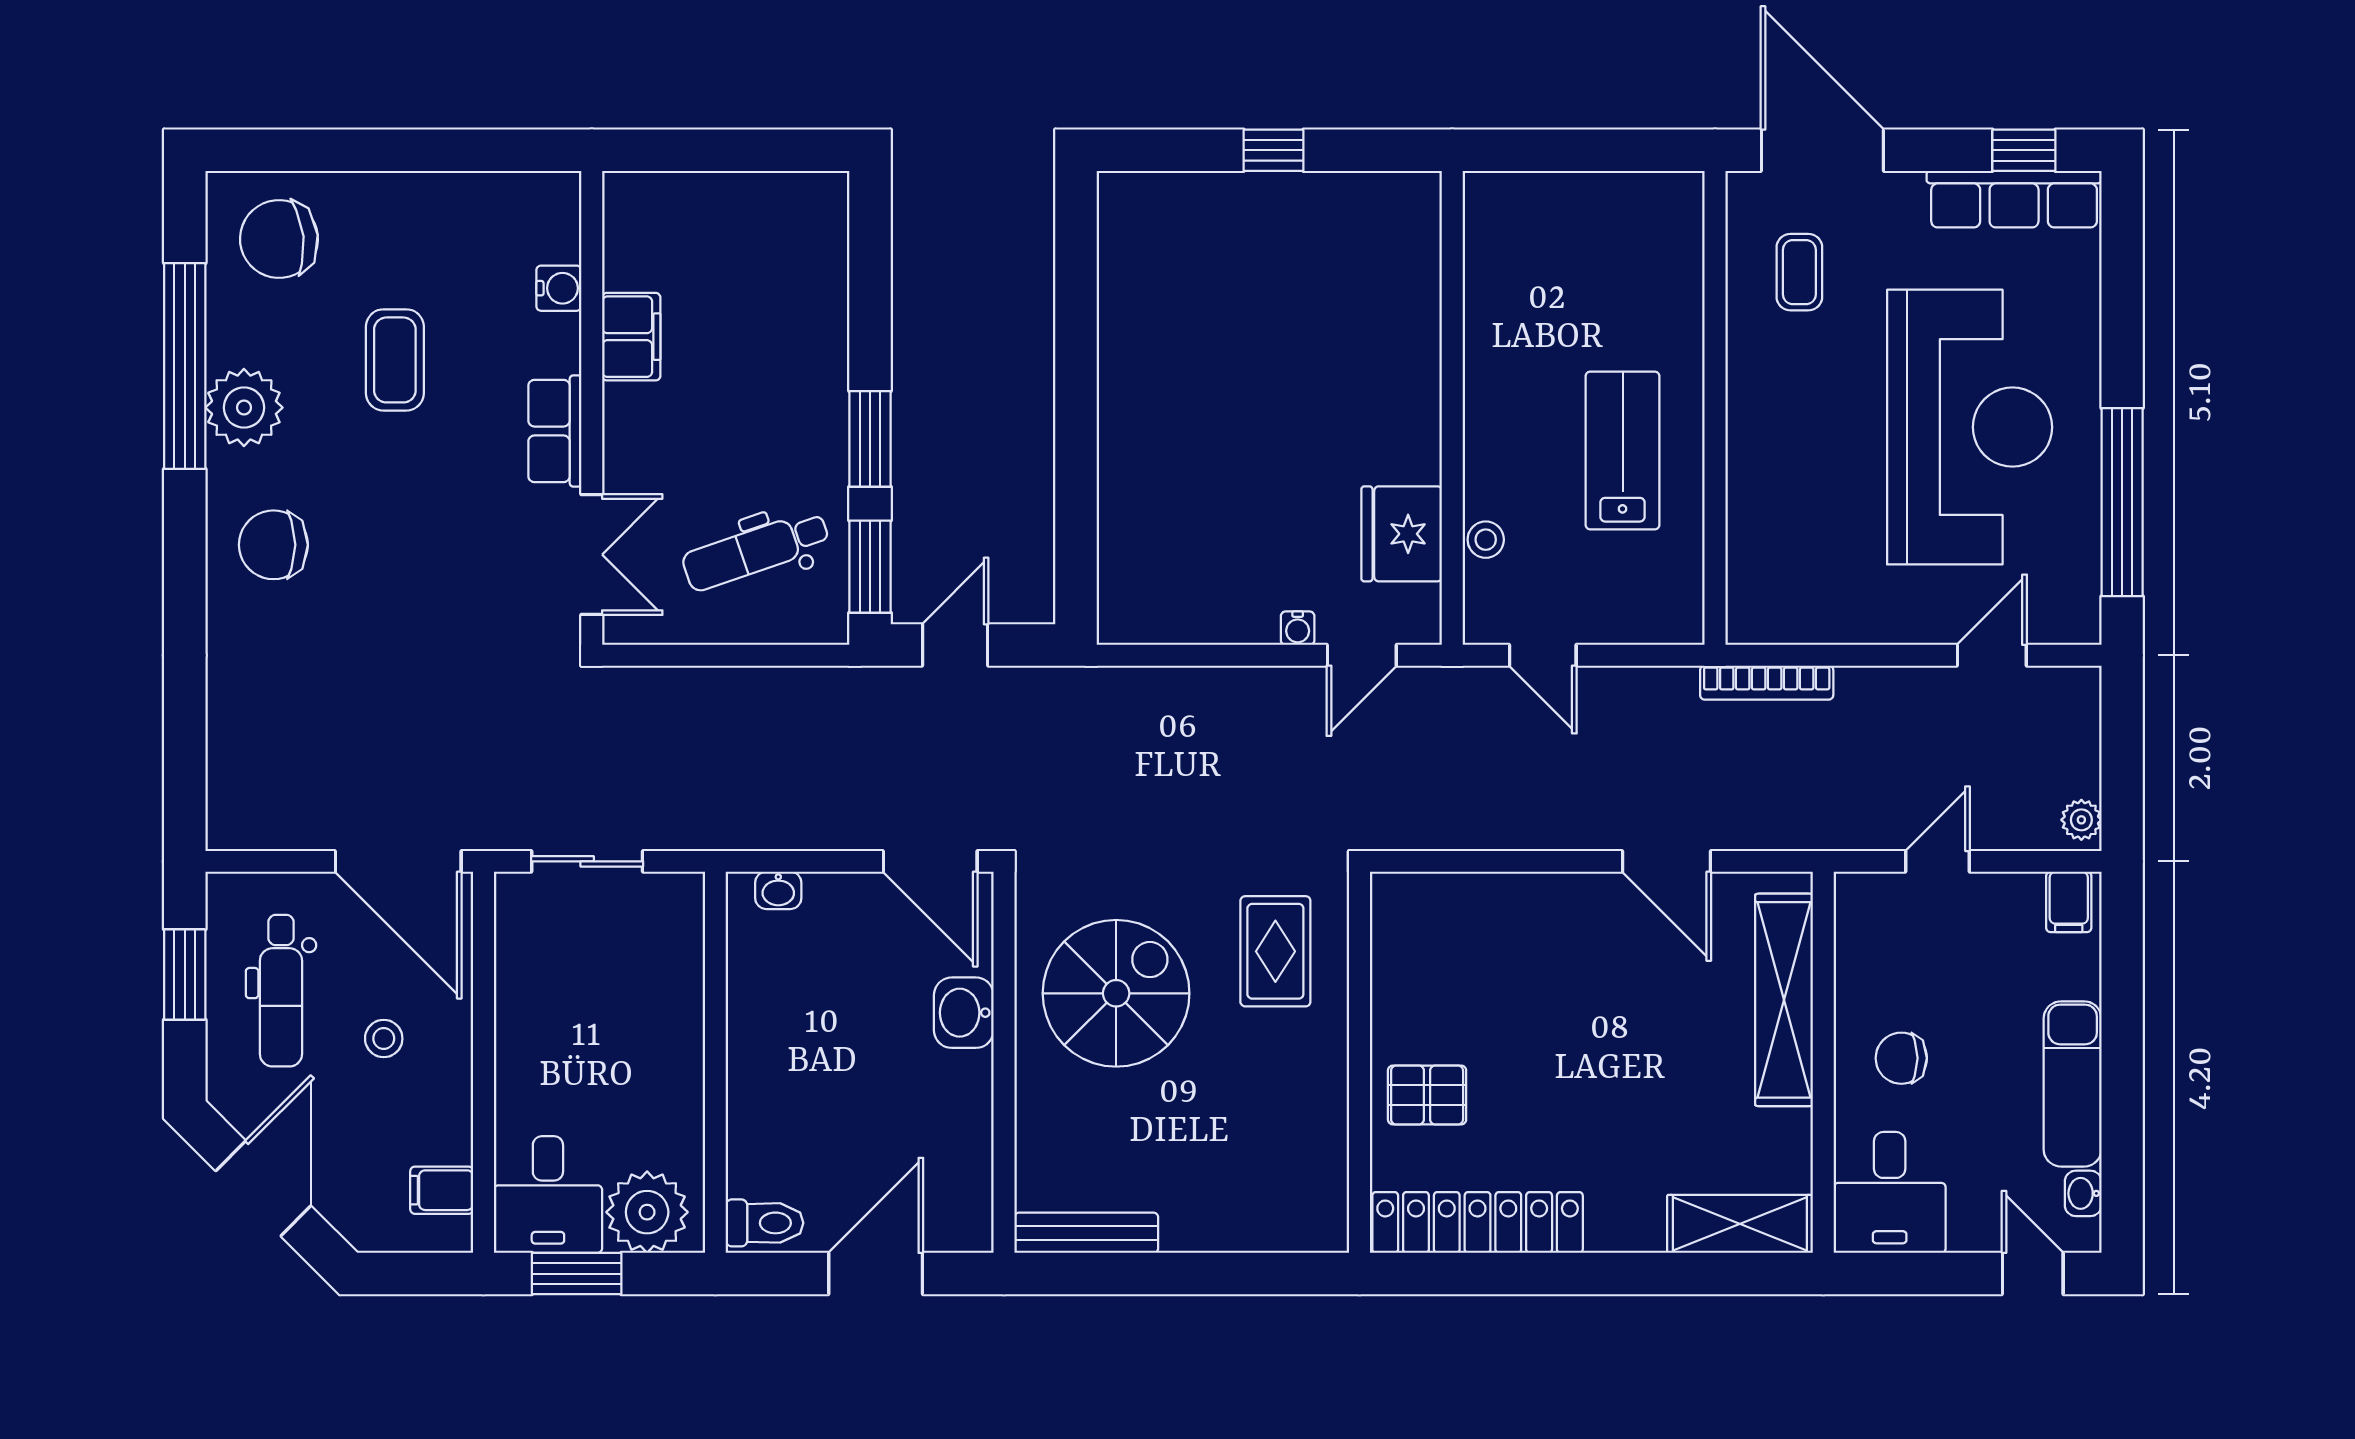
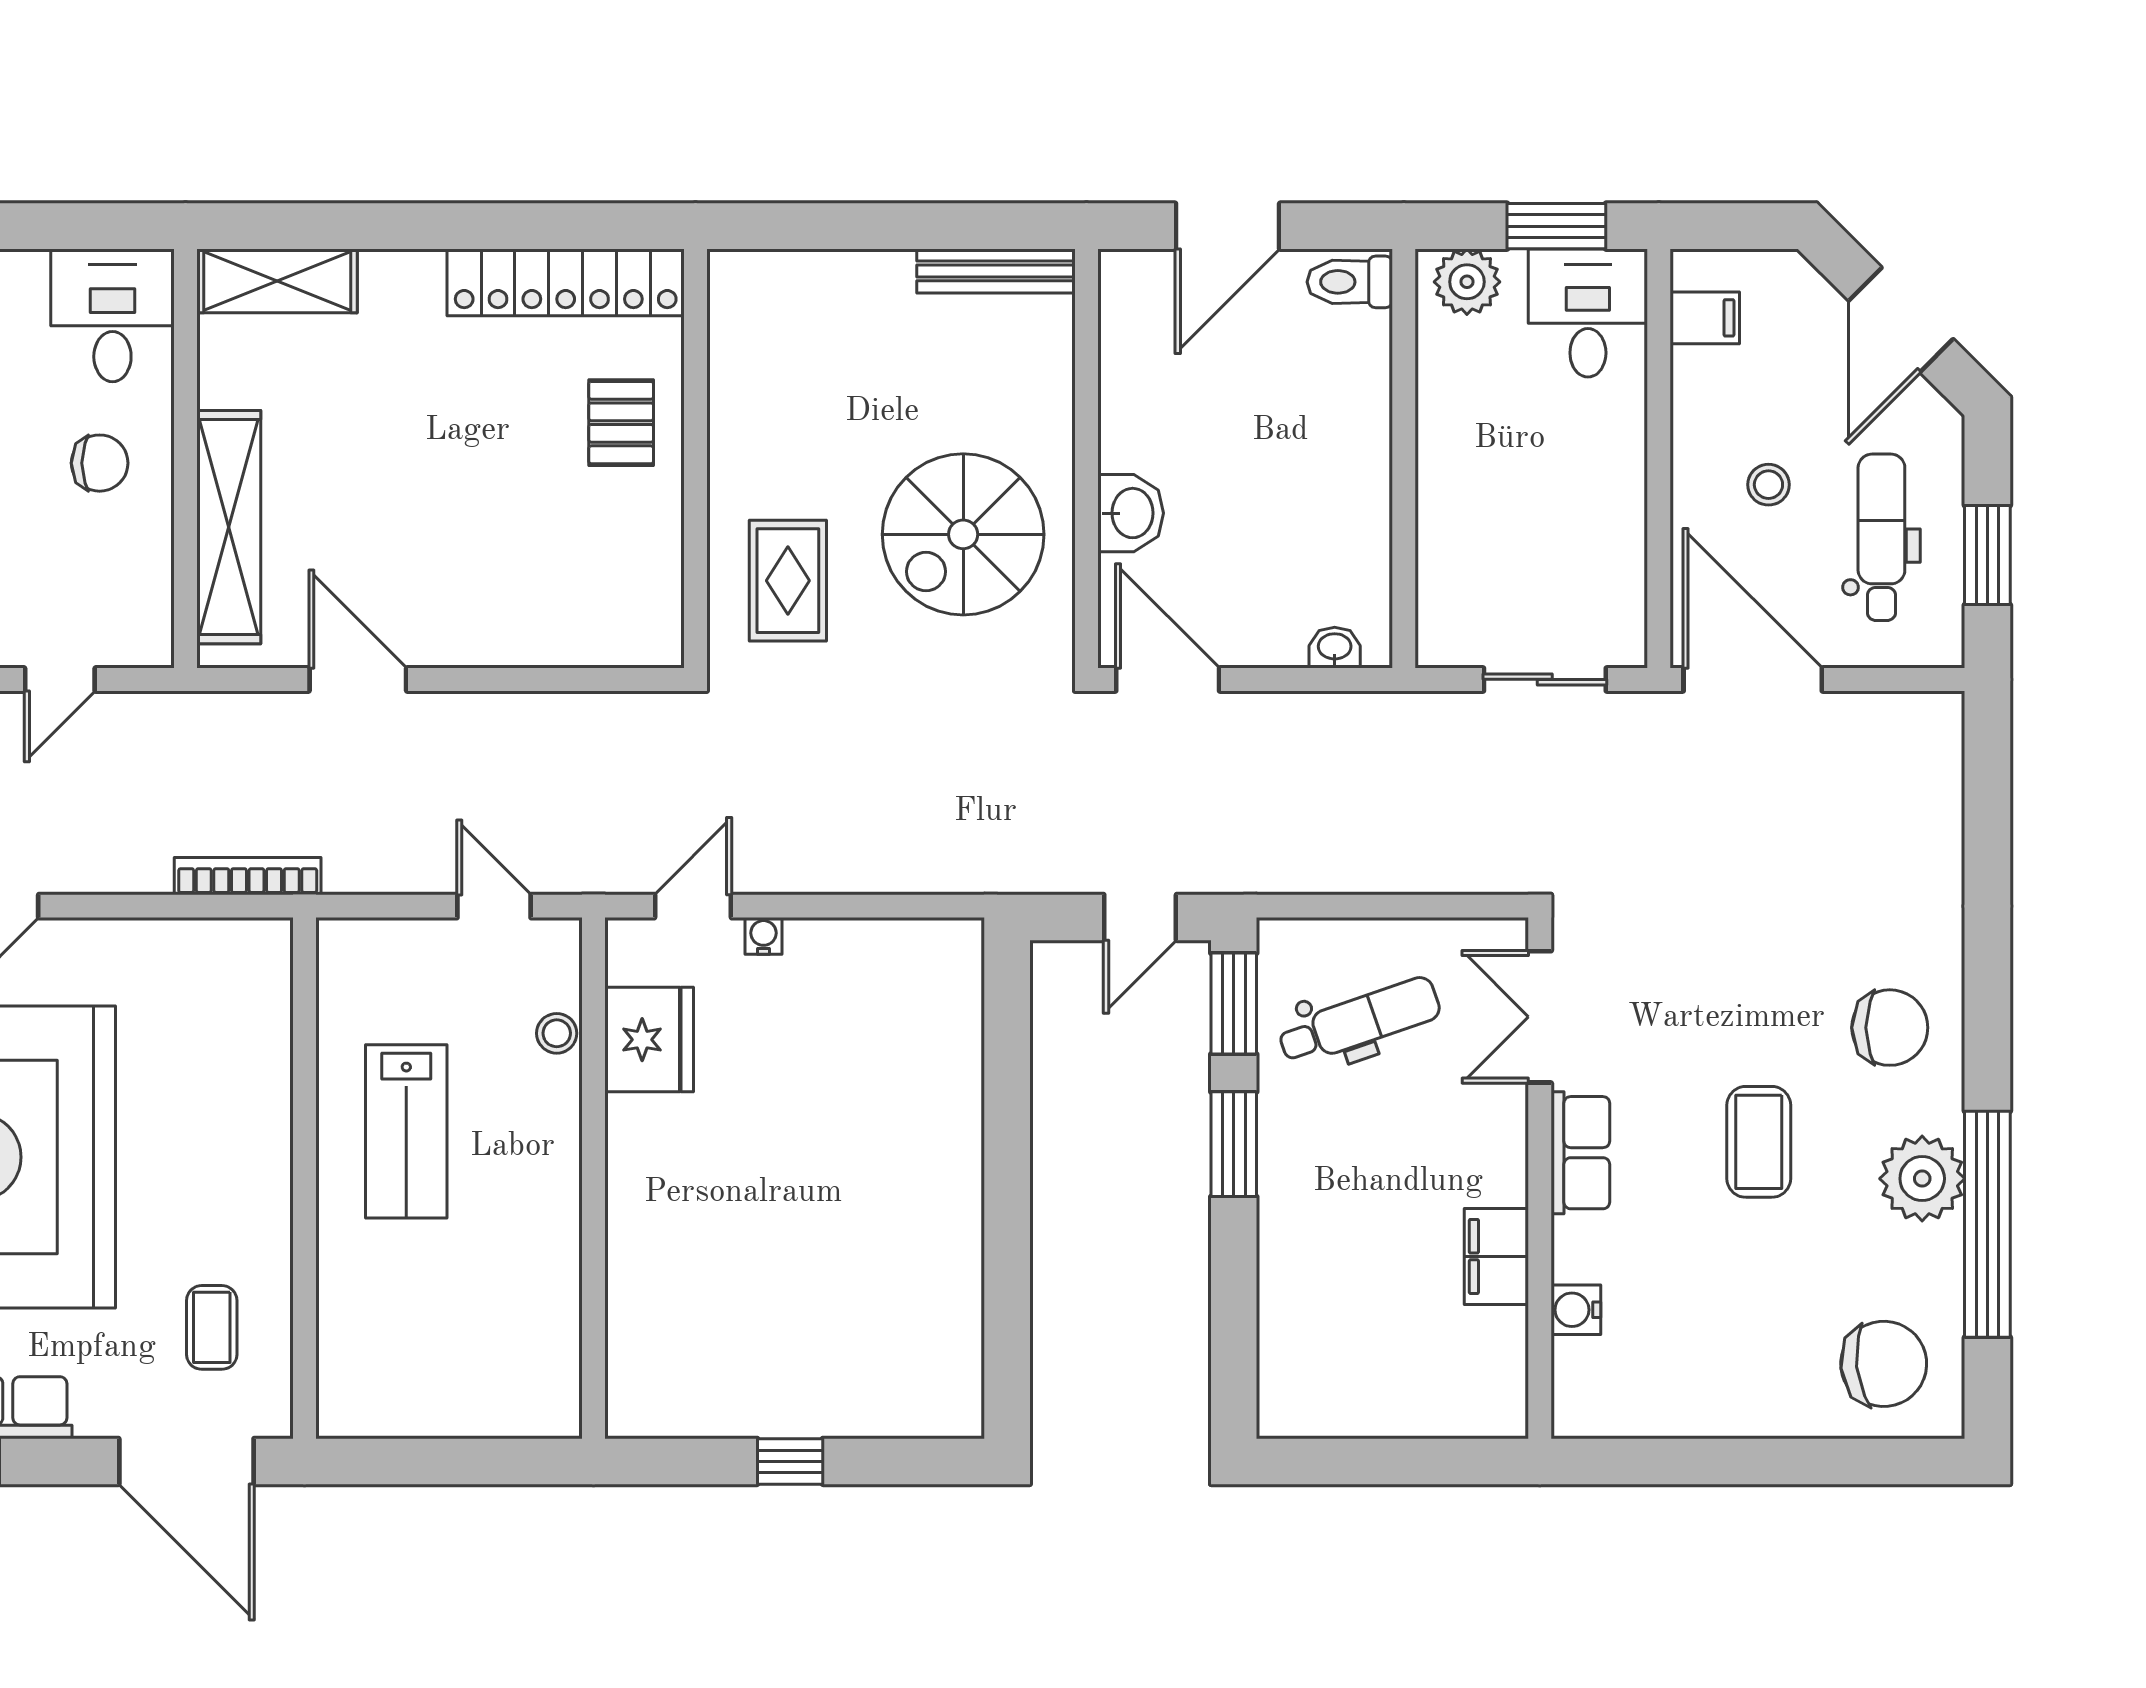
coffee table: (395, 360) -> (1759, 1142), moved
pallet: (1427, 1095) -> (621, 423), turned 90
plant: (647, 1212) -> (1467, 282), width x0.73, depth x0.73

